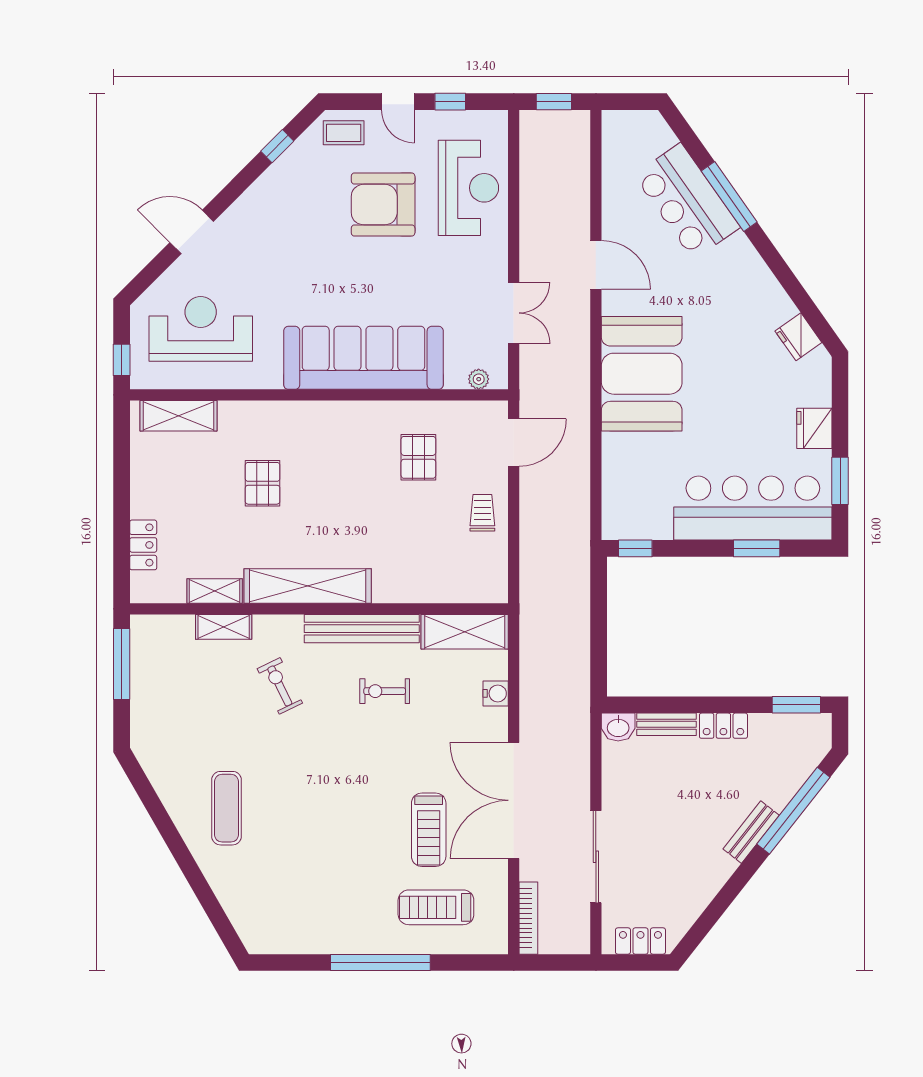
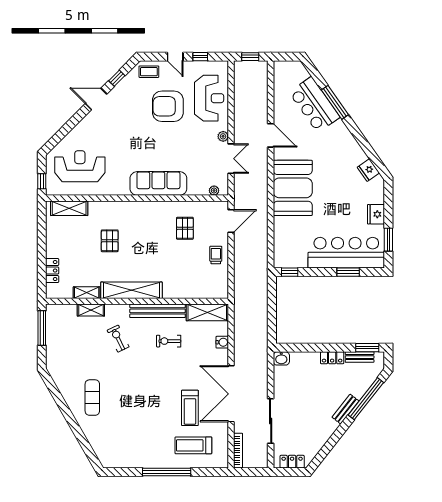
door: (192, 232) -> (96, 99), moved
plant: (497, 267) -> (223, 136), added
sofa: (363, 358) -> (158, 183), width x0.74, depth x0.79
bench: (667, 724) -> (360, 357), moved

